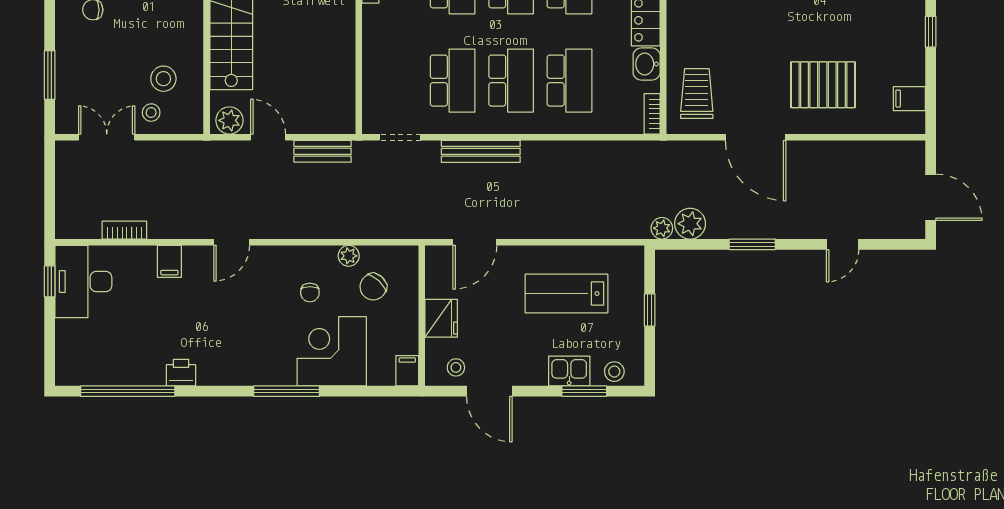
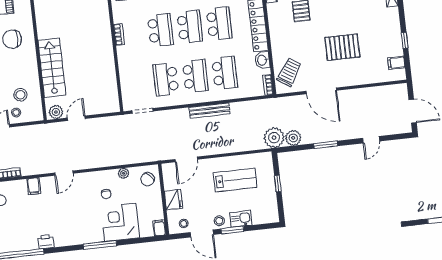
window: (931, 32) -> (405, 40), moved
school desk: (453, 81) -> (166, 79), turned 180
pallet: (823, 85) -> (342, 47), moved
trolley: (697, 94) -> (289, 72), turned 33
door: (268, 137) -> (76, 118), hinge flipped
bench: (323, 151) -> (104, 122), removed
bench: (481, 151) -> (209, 111), moved
plant: (662, 228) -> (274, 138), width x1.88, depth x1.88
chair: (373, 287) -> (148, 179), moved
lab bench: (567, 293) -> (235, 180), turned 180
stool: (614, 372) -> (219, 221), moved
window: (584, 391) -> (232, 230), moved

